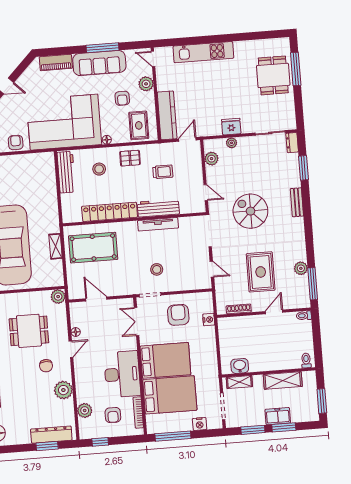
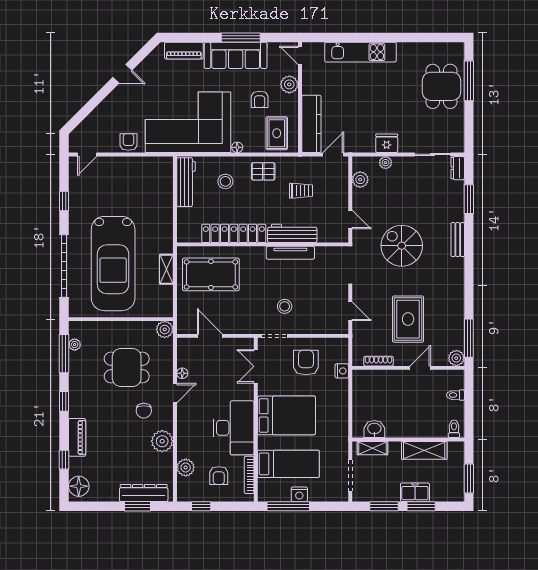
plant: (301, 268) -> (456, 358), moved
toilet: (304, 316) -> (455, 395), moved
bed: (170, 395) -> (288, 464), width x0.67
nightstand: (200, 424) -> (299, 494), moved

